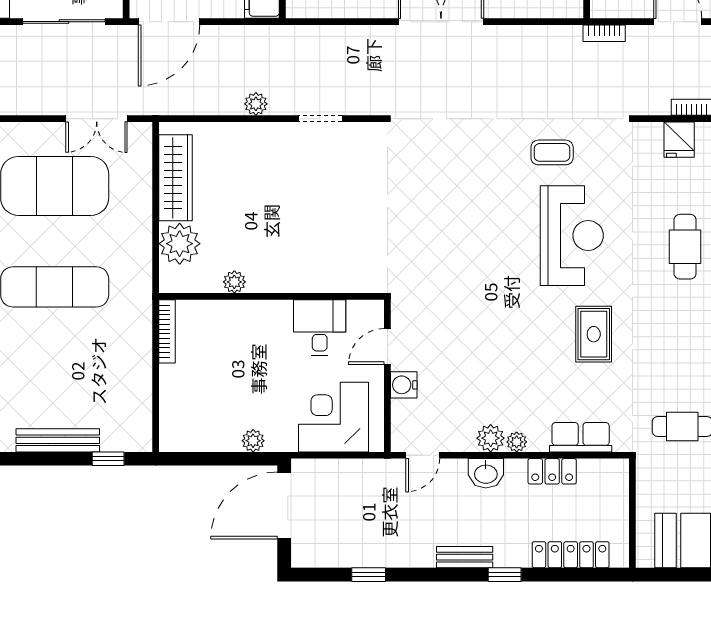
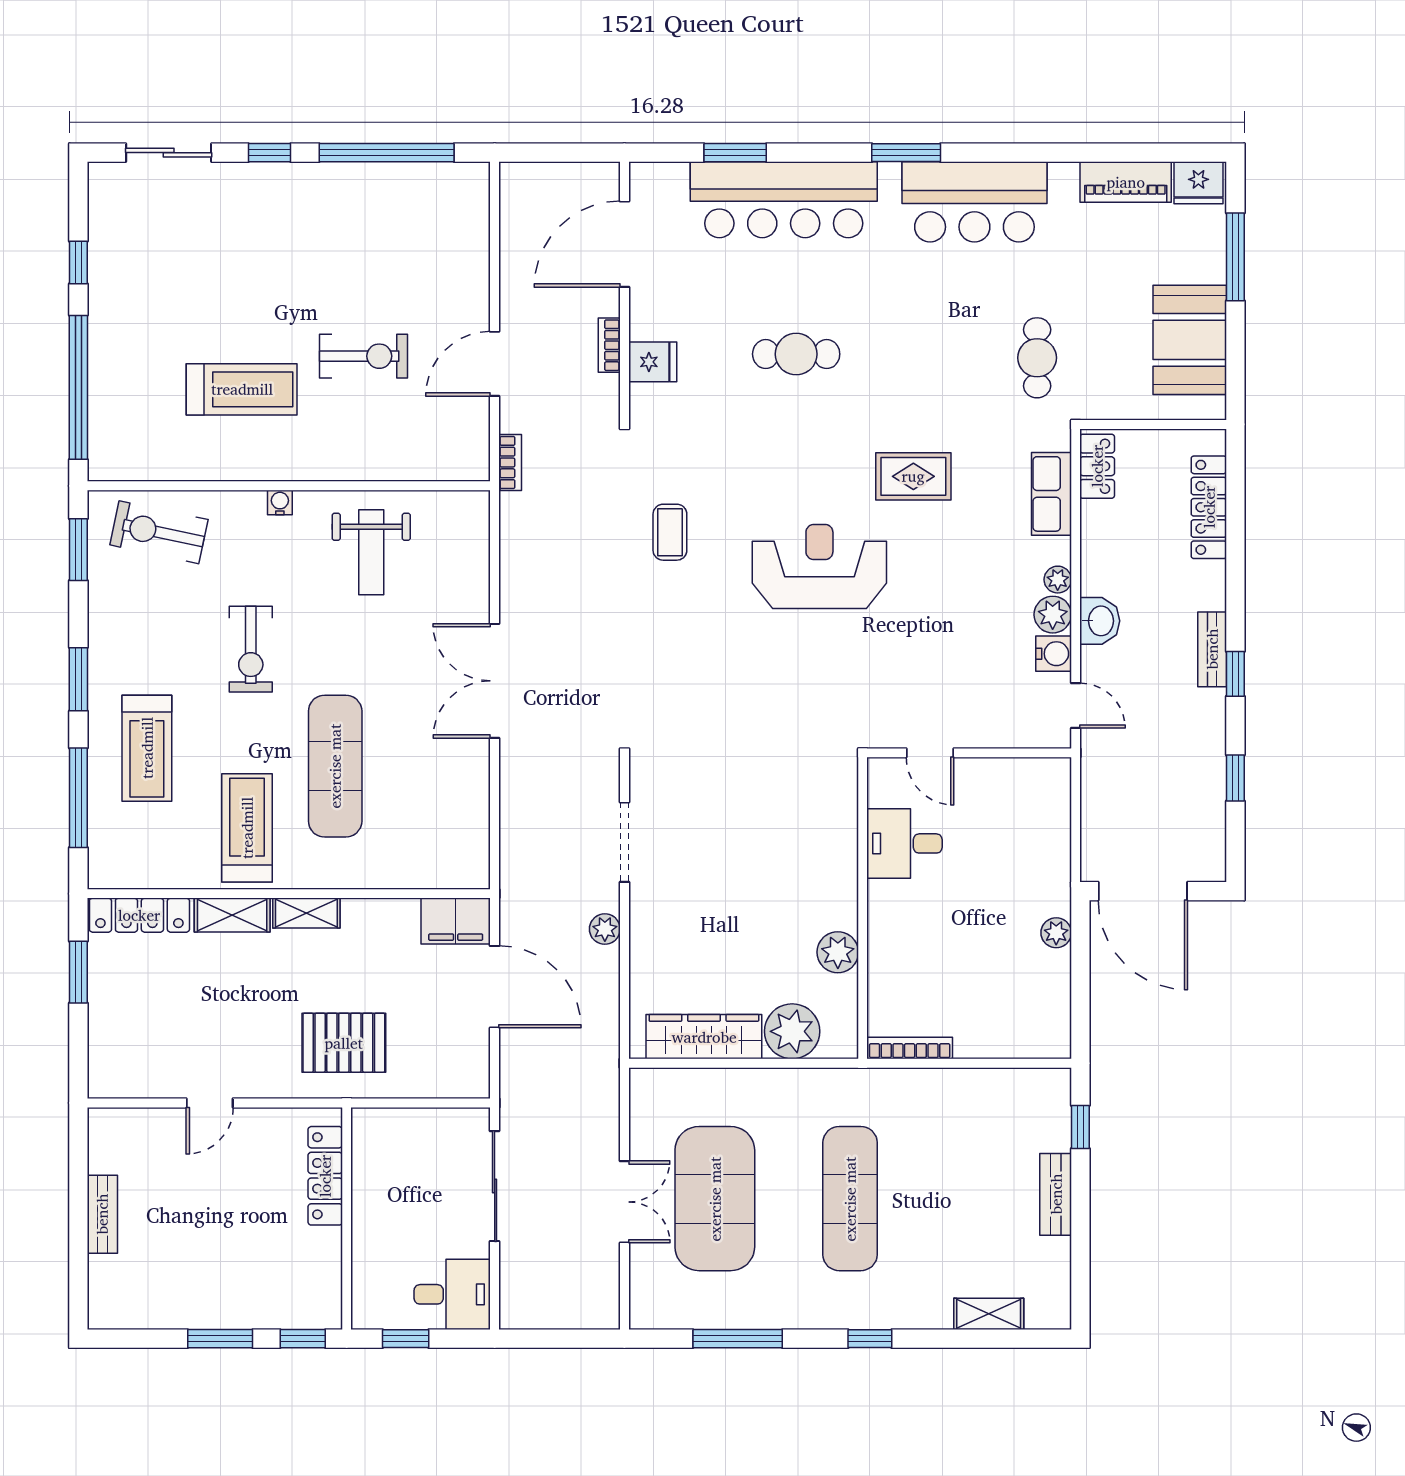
door: (169, 22) -> (495, 987), moved
double door: (97, 119) -> (624, 1202), moved
doorway: (321, 119) -> (624, 842), width x1.38
reception desk: (572, 236) -> (819, 566), moved
plant: (234, 282) -> (838, 952), width x1.38, depth x1.38
water cooler: (404, 385) -> (1054, 654), moved, turned -90
corner desk: (333, 417) -> (1024, 825), removed
bench: (58, 440) -> (1056, 1194), width x0.73
locker: (552, 471) -> (1097, 466), moved
window: (505, 575) -> (1235, 674), moved

